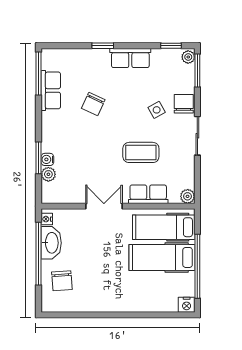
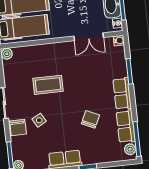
water cooler: (47, 159) -> (119, 41), moved
plant: (48, 174) -> (130, 149), moved
row of seats: (148, 194) -> (122, 94), moved, turned 90
double door: (104, 206) -> (89, 37), moved

